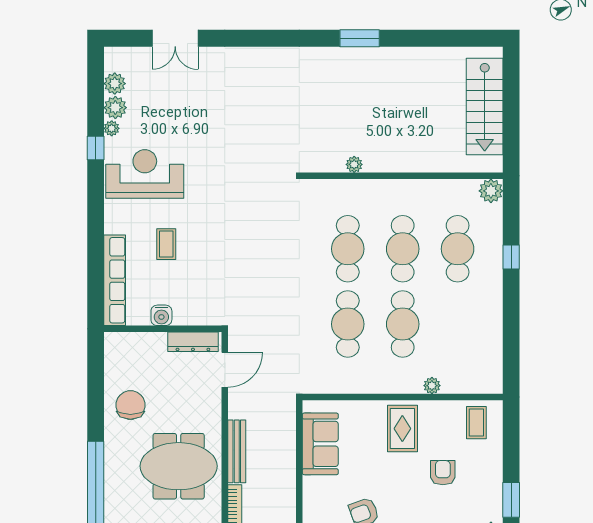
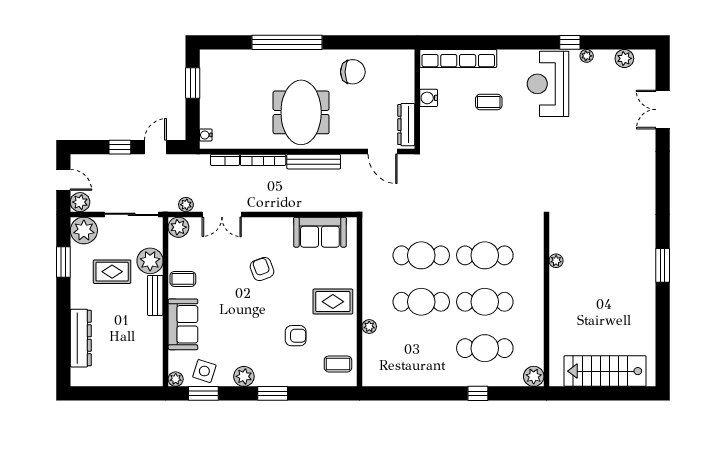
plant: (115, 108) -> (604, 59), removed
reception desk: (145, 174) -> (548, 84), turned 180

